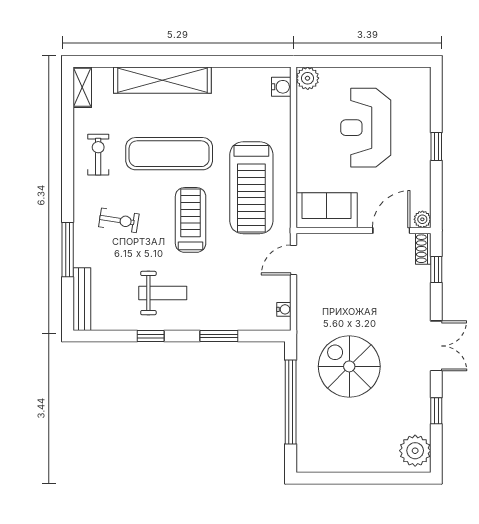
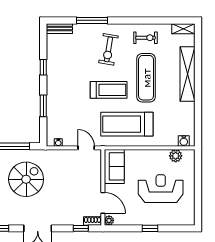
plant: (308, 78) -> (176, 156), moved
exercise bike: (119, 220) -> (108, 49), width x1.38, depth x1.39
weight bench: (163, 293) -> (67, 74), removed
bench: (82, 299) -> (59, 29), width x0.73

